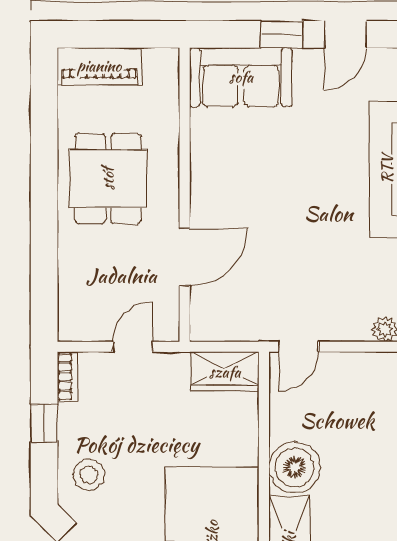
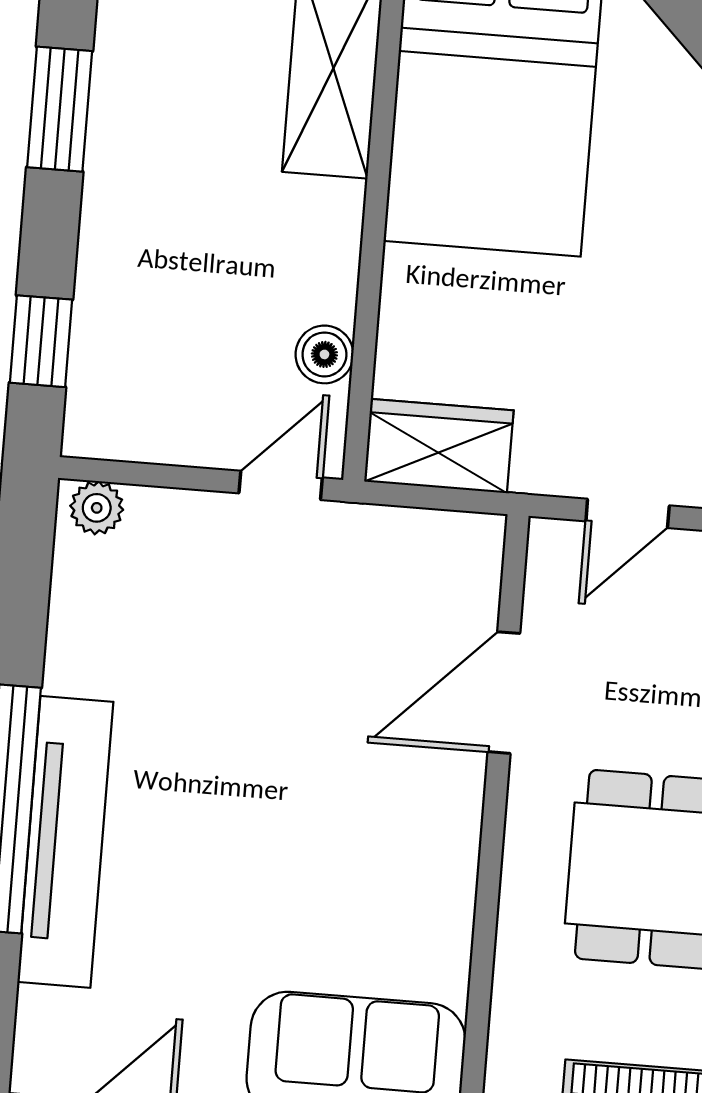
boiler: (294, 467) -> (324, 354), moved, width x0.54, depth x0.54

